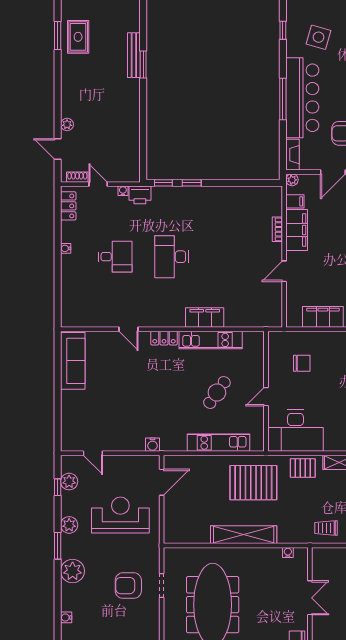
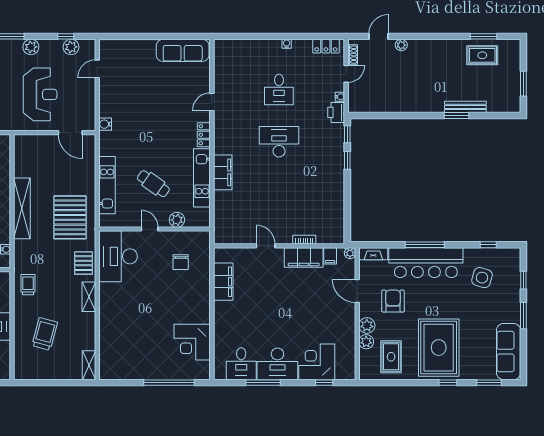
plant: (256, 367) -> (177, 220), added

